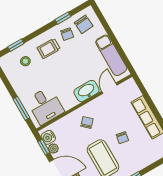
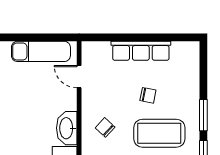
washbasin: (87, 91) -> (67, 128), moved

